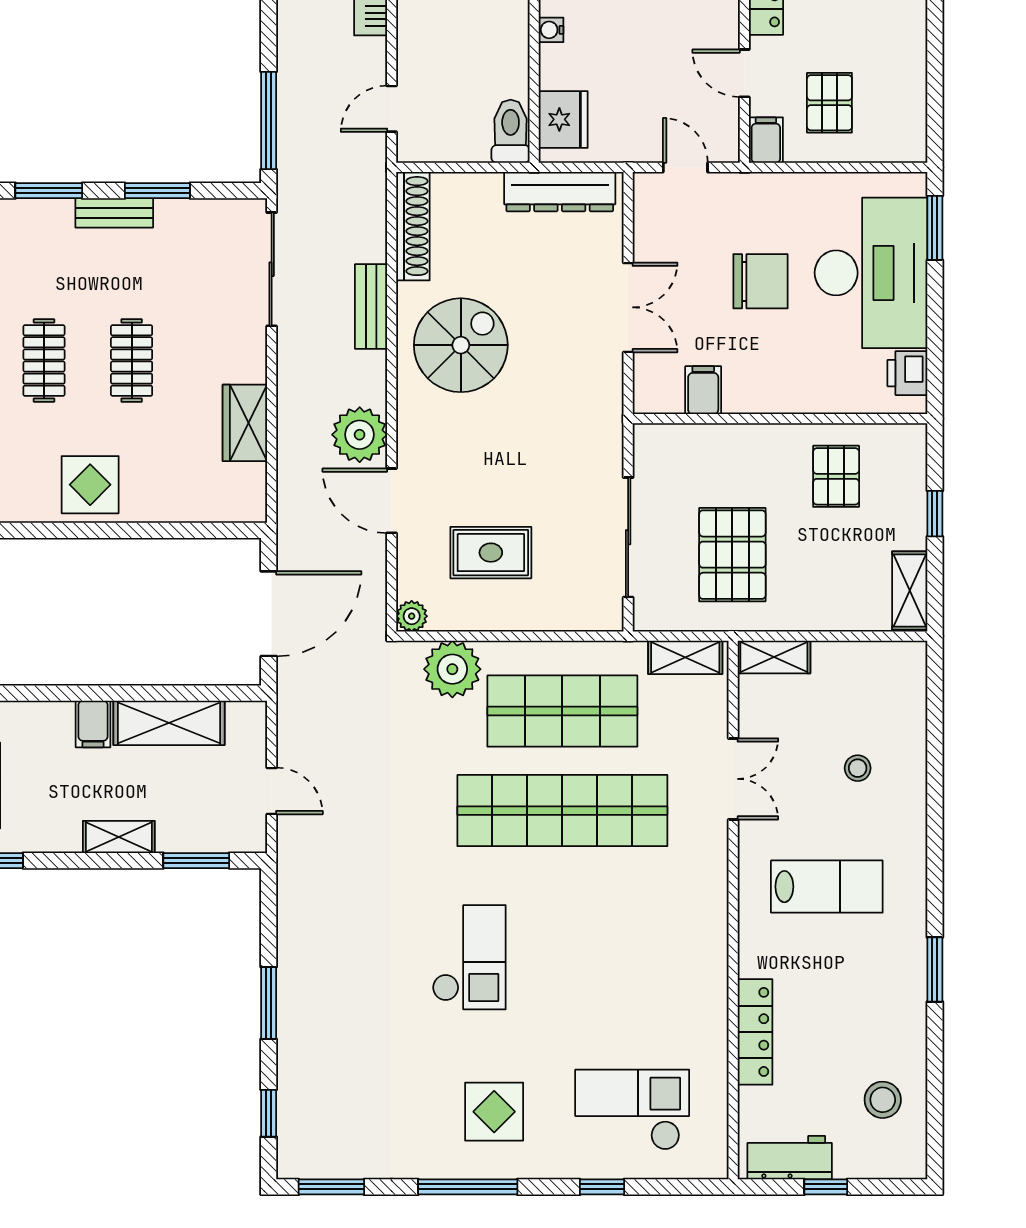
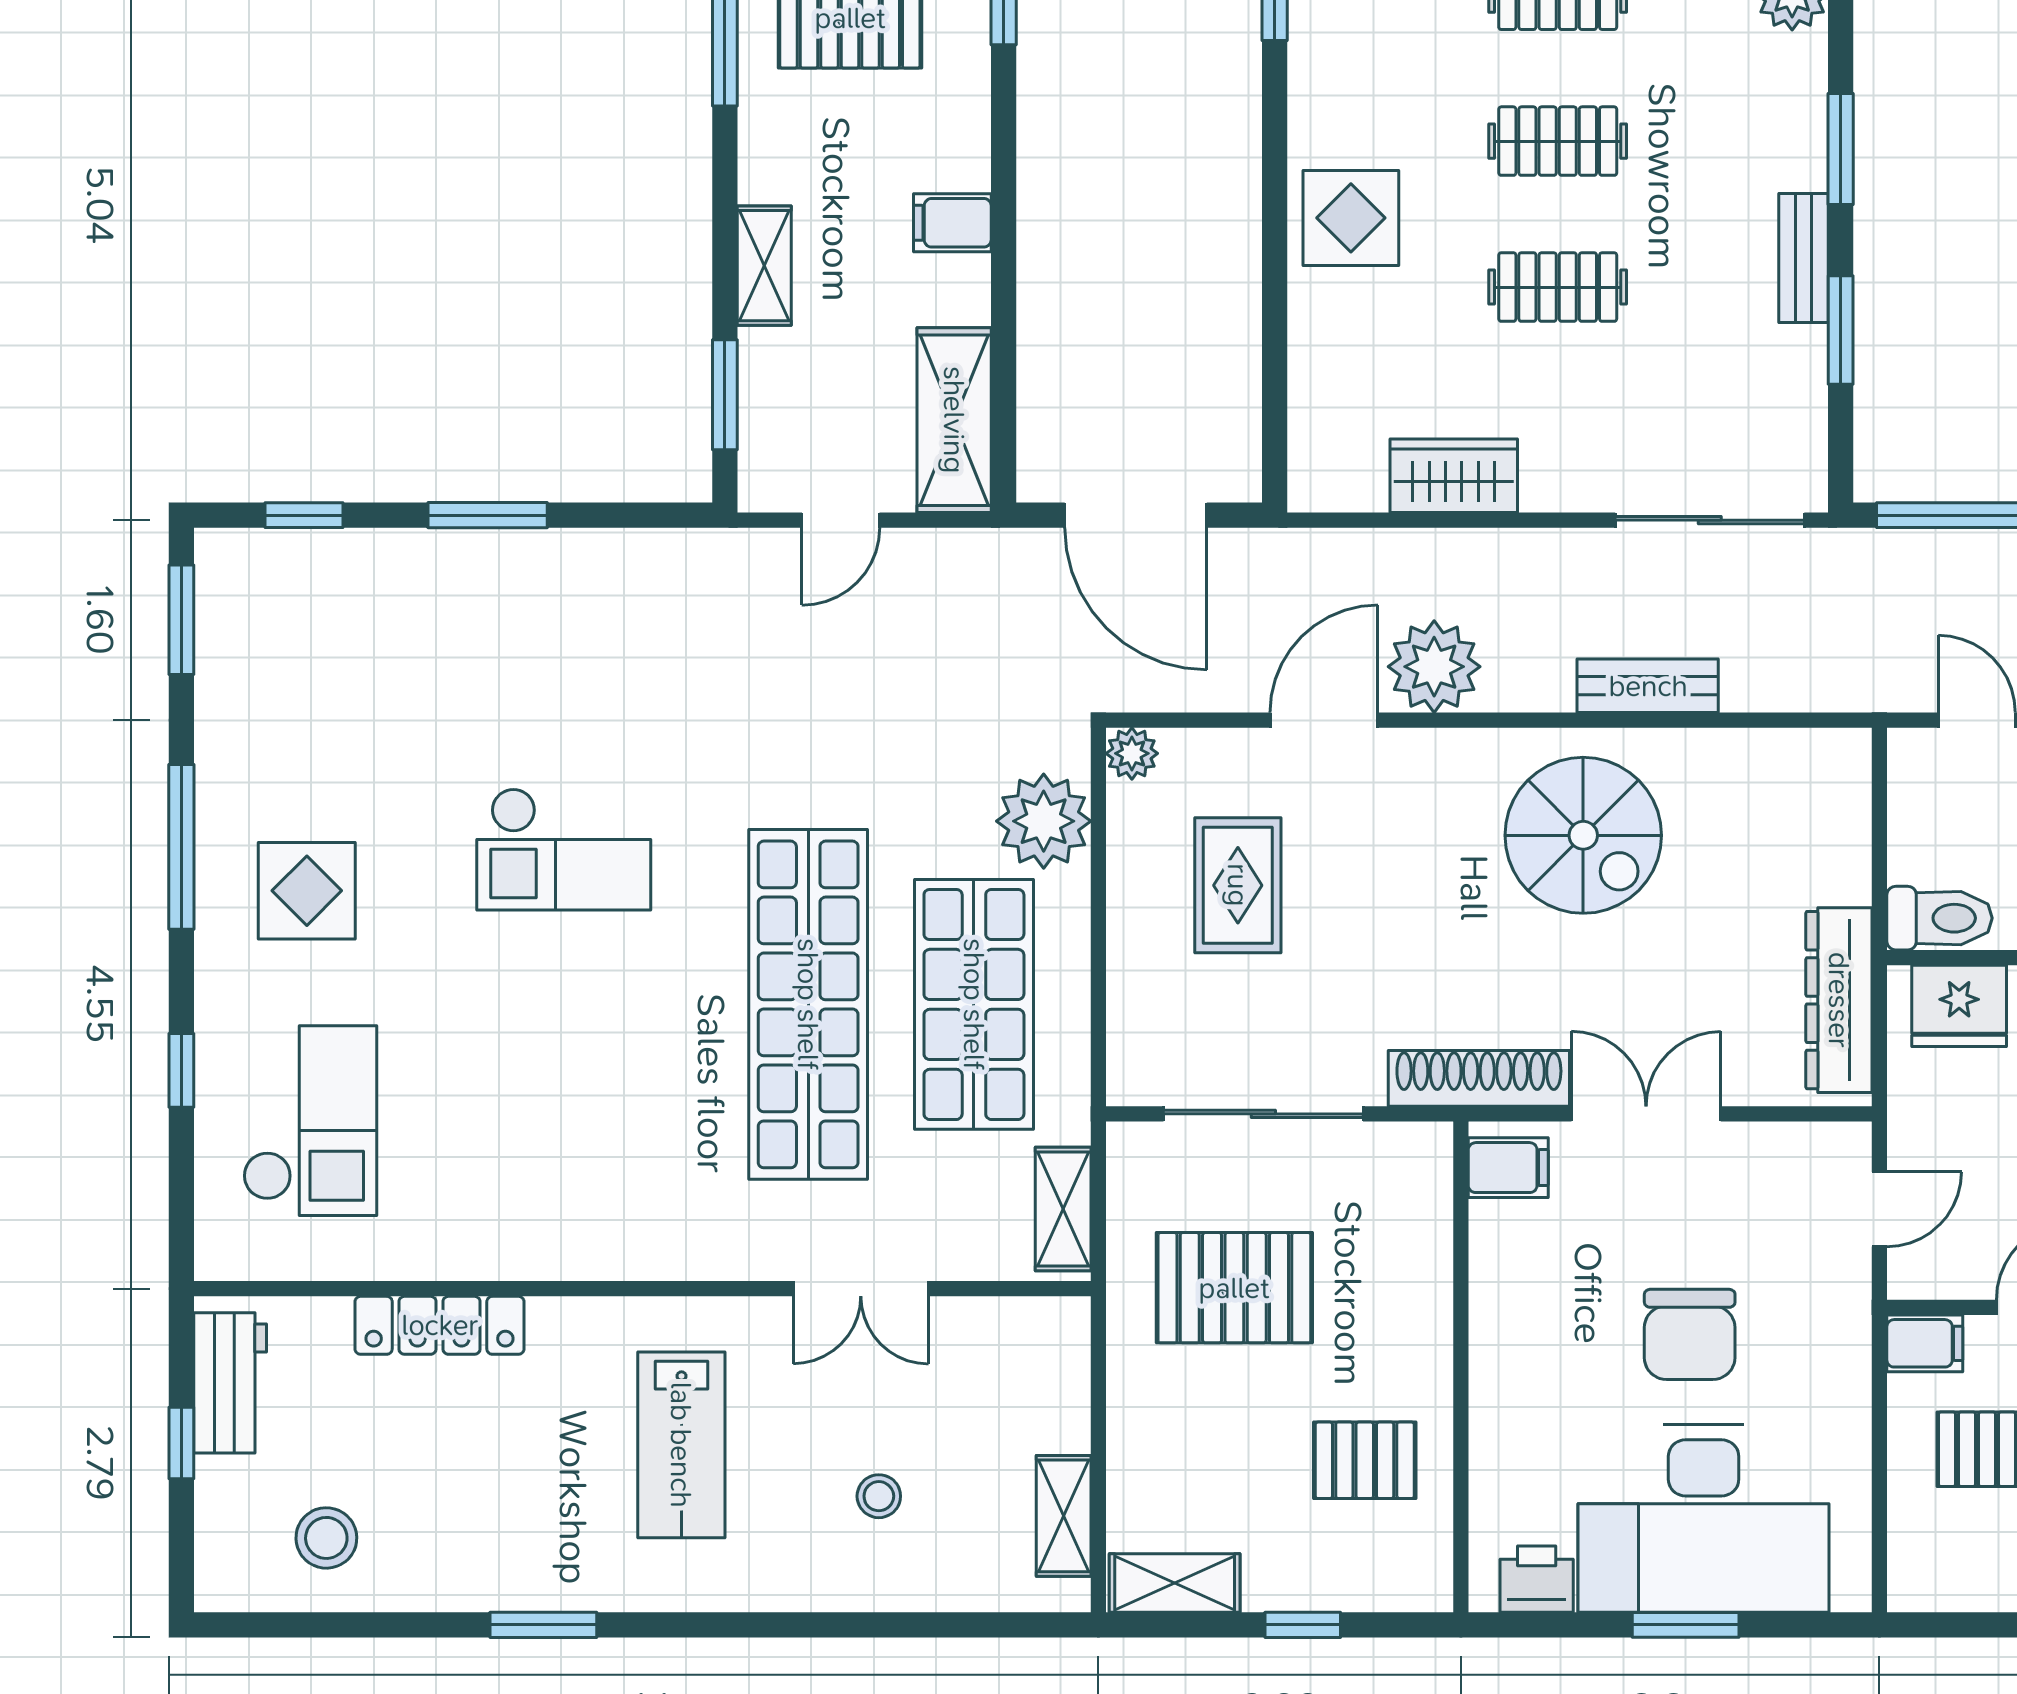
shoe rack: (413, 226) -> (1479, 1078), moved, turned 180
window: (935, 228) -> (1686, 1625), moved
double door: (628, 307) -> (1646, 1114), swing flipped
filing cabinet: (703, 390) -> (1508, 1168), moved
shelving: (774, 657) -> (1064, 1516), moved
shelving: (169, 723) -> (954, 420), moved

